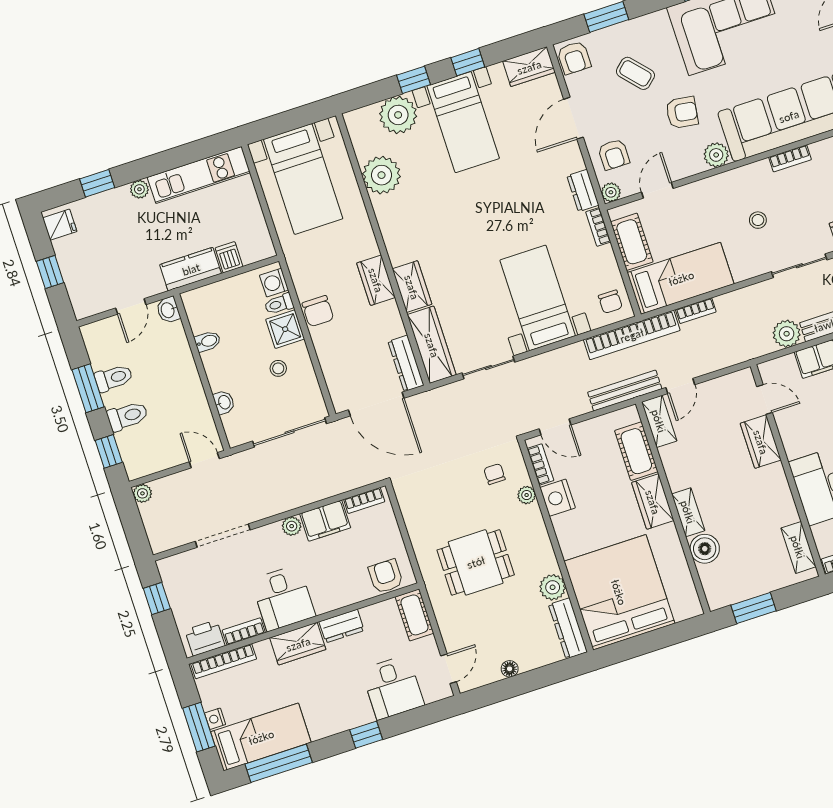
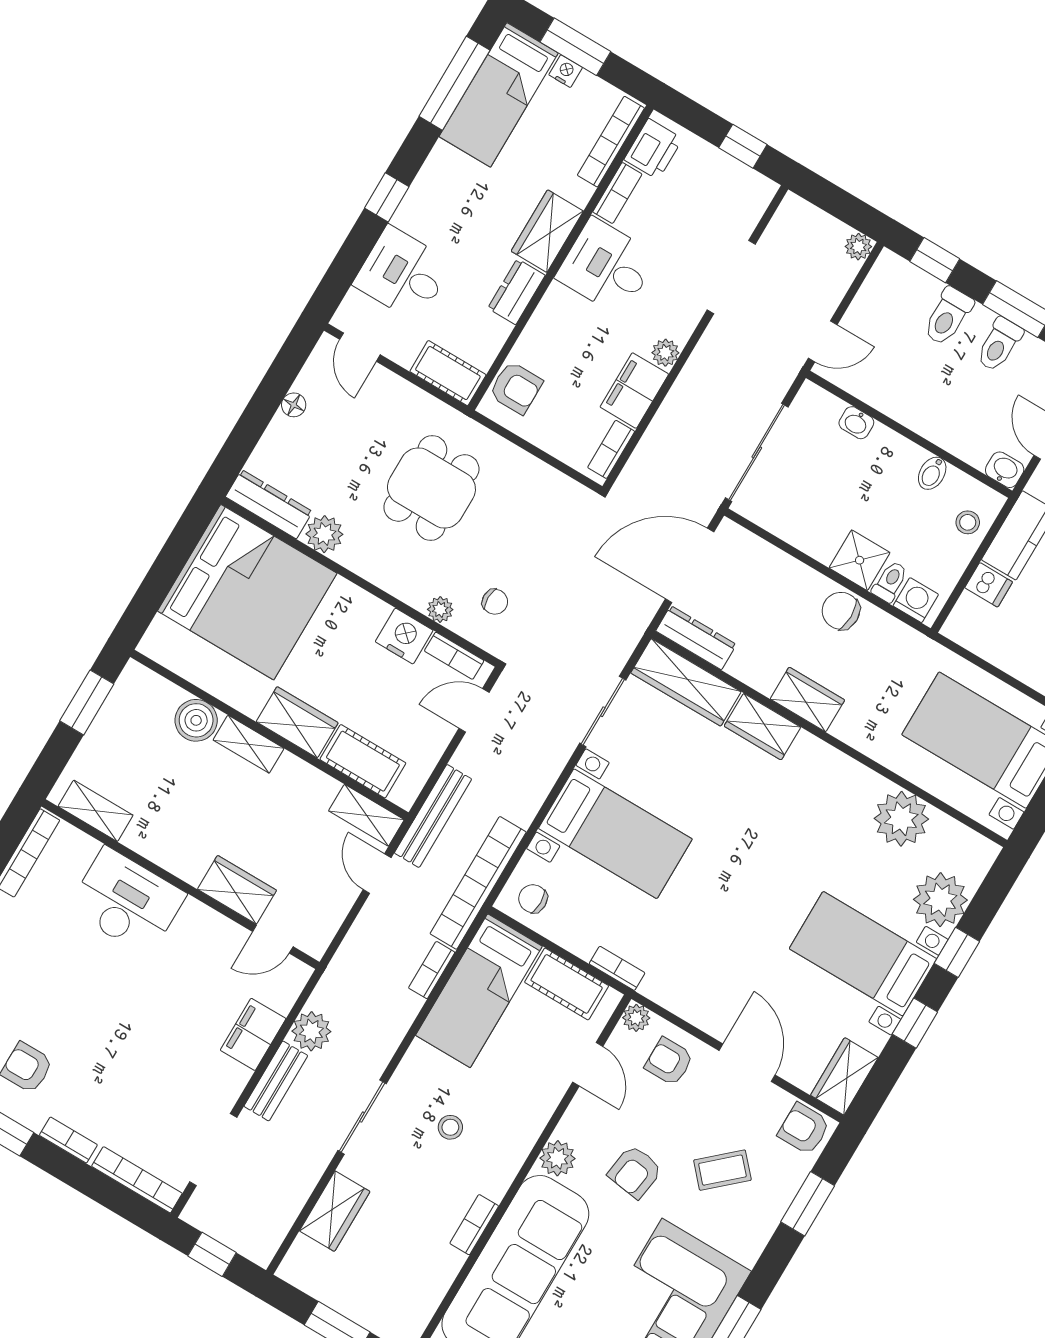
dresser: (583, 191) -> (668, 993), removed
stool: (278, 368) -> (968, 522), moved

